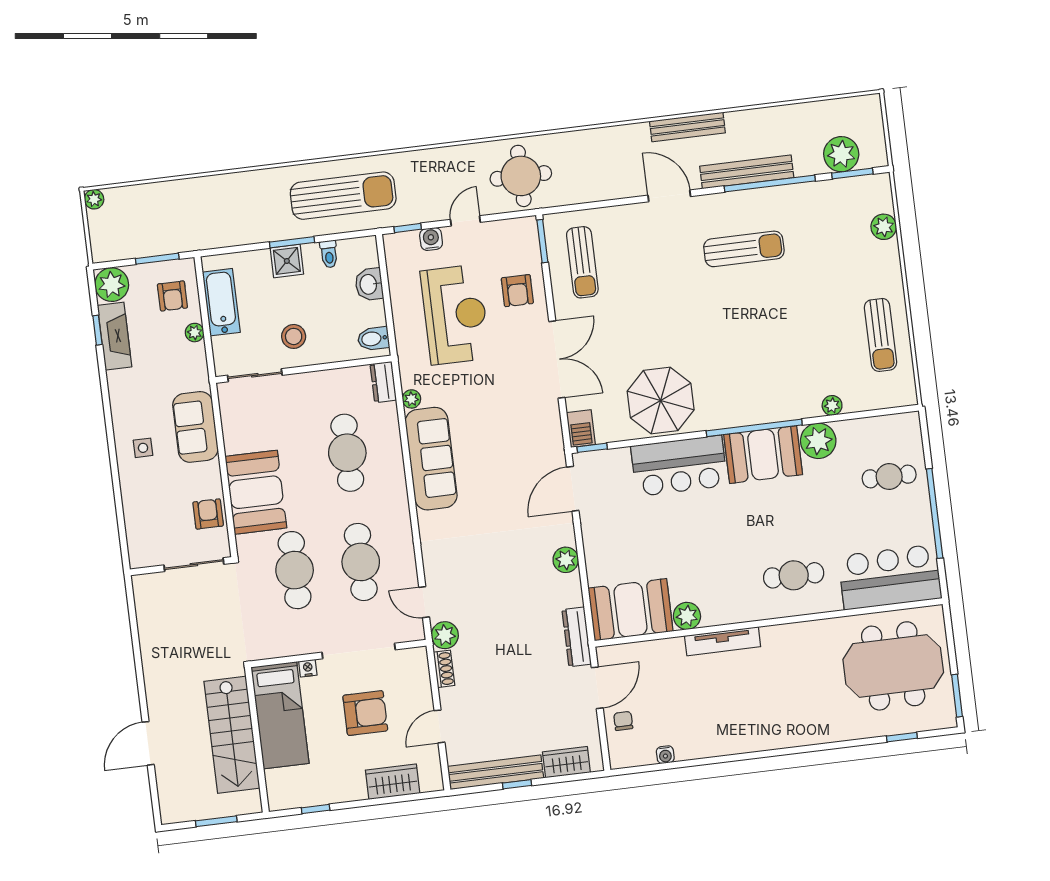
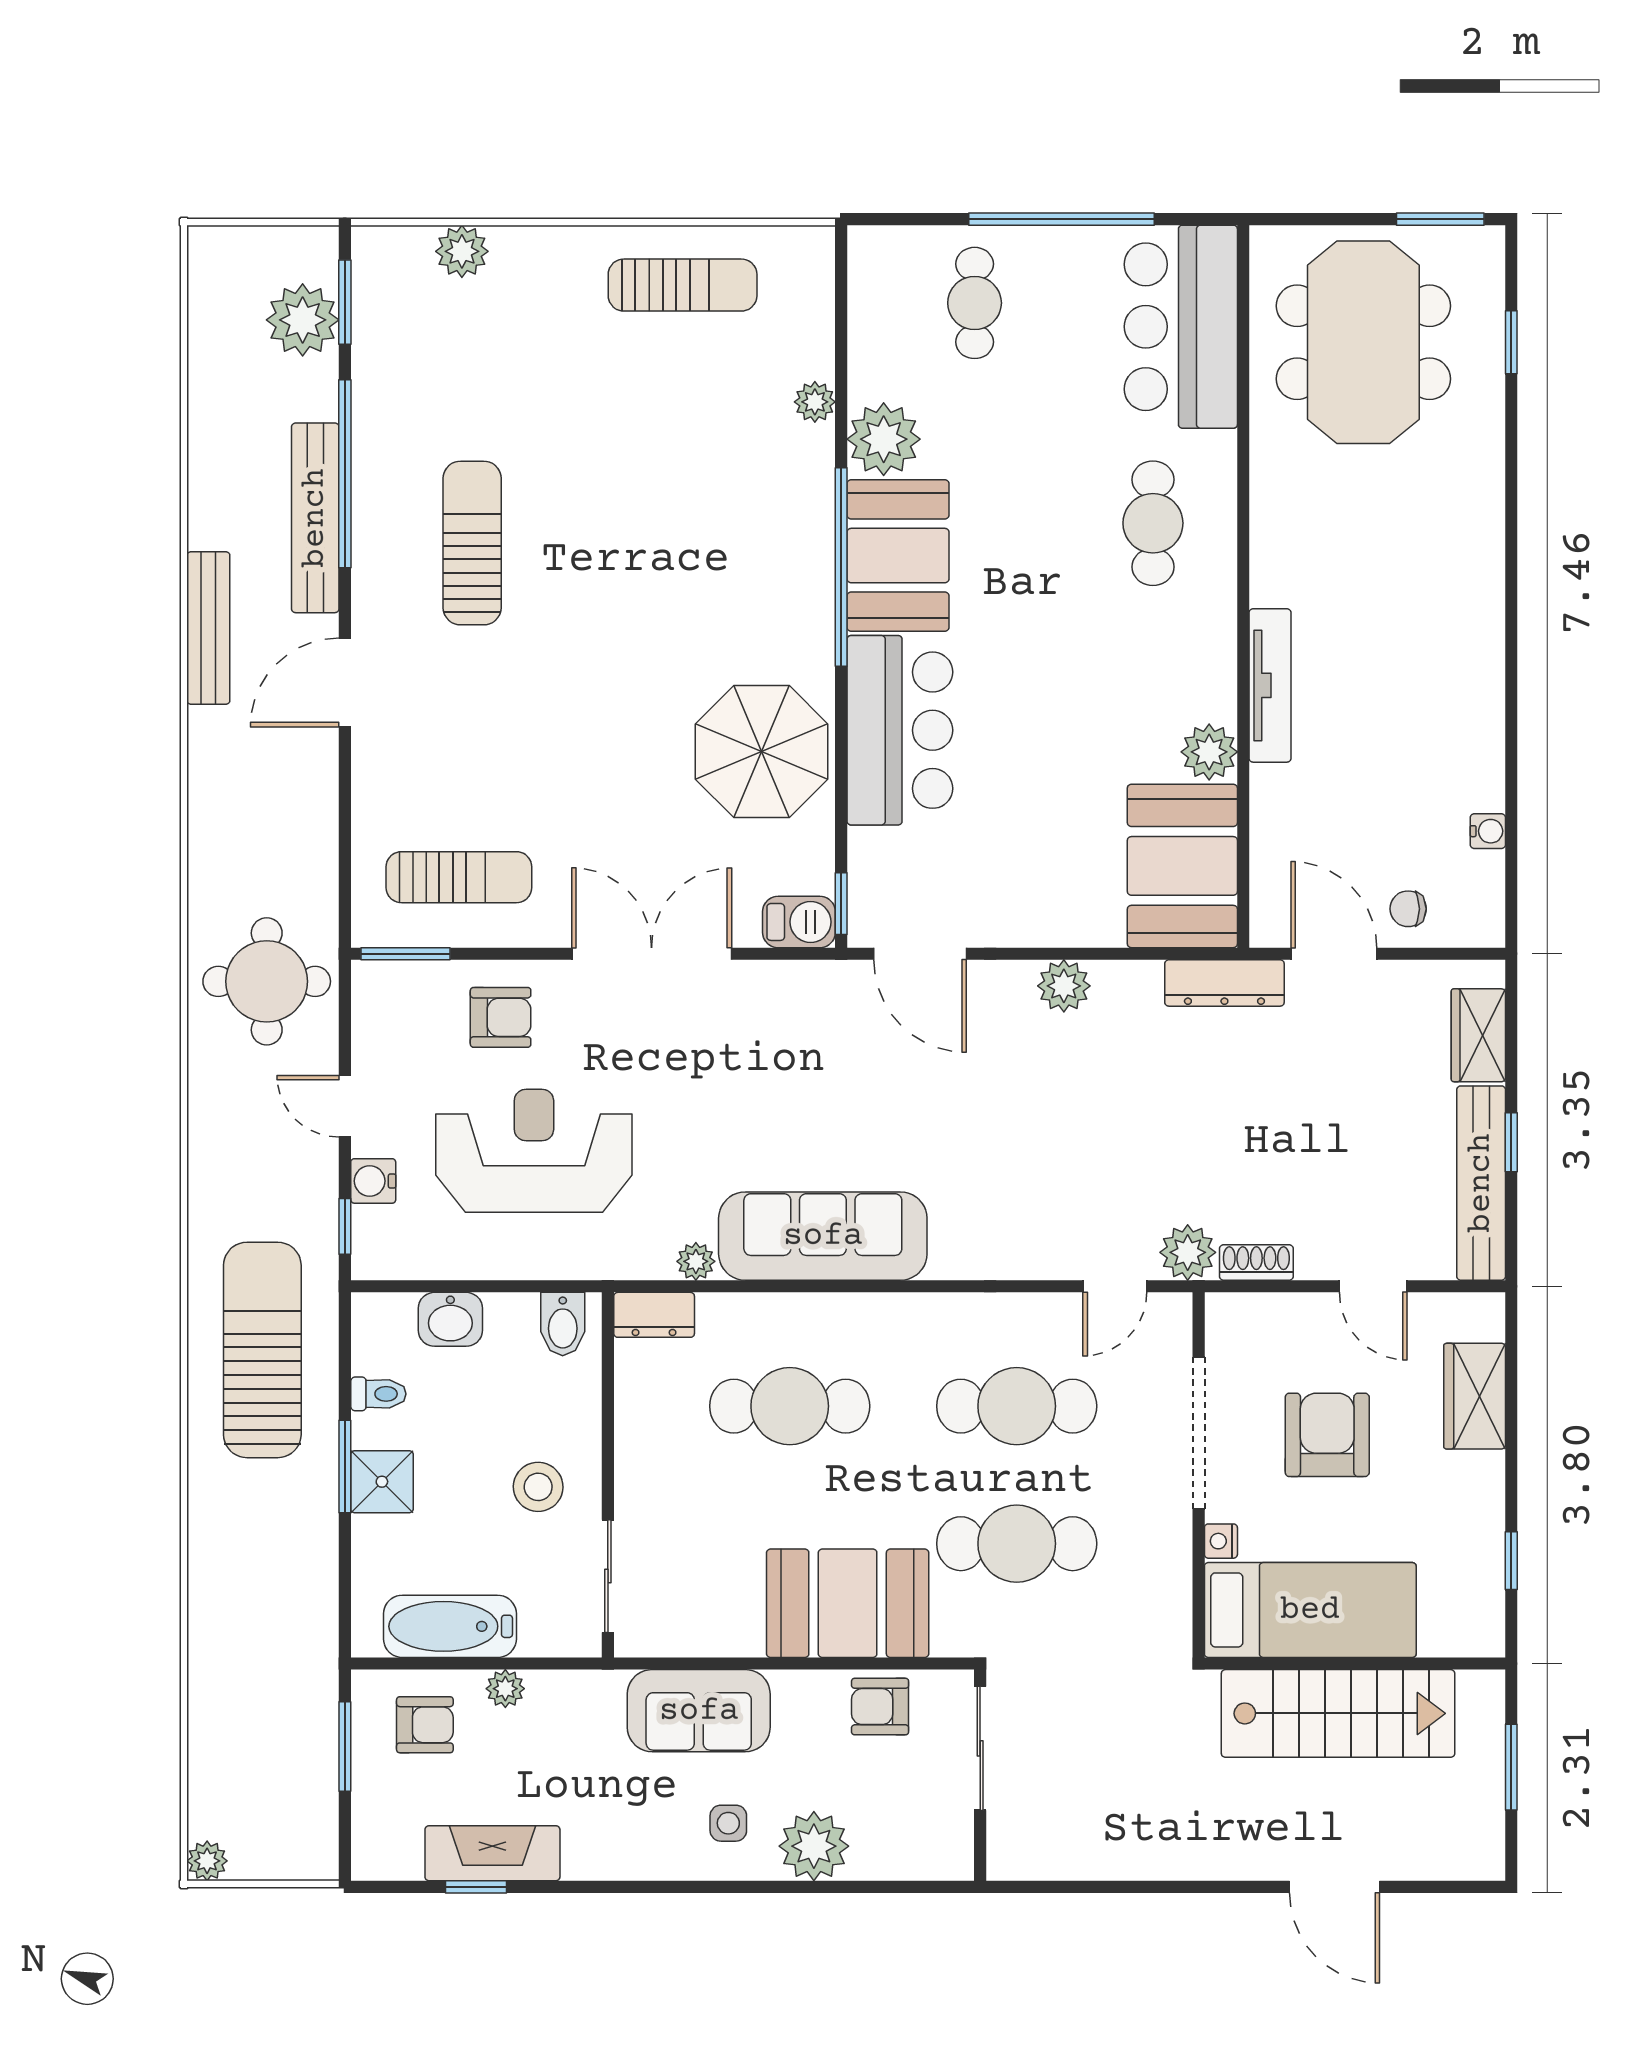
plant: (112, 285) -> (814, 1846), moved

